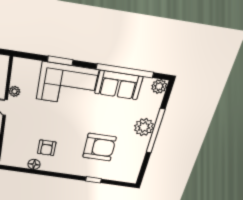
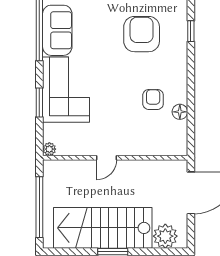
plant: (14, 91) -> (49, 149), moved
armchair: (47, 148) -> (153, 99), turned -90

